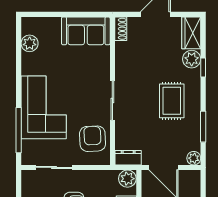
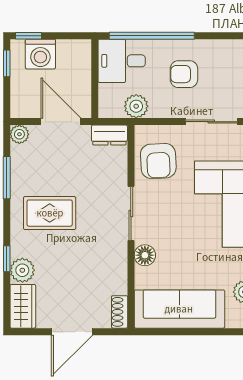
sofa: (86, 31) -> (179, 309), width x1.36
floor lamp: (102, 70) -> (145, 255), added
rug: (172, 101) -> (50, 213), turned 90
plant: (127, 179) -> (136, 106), moved

